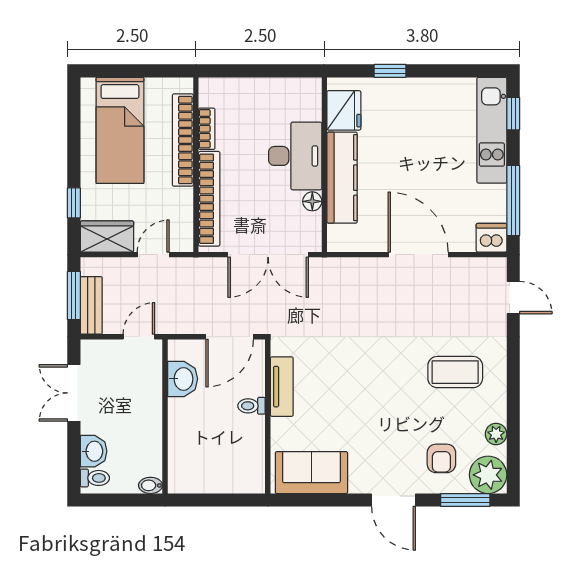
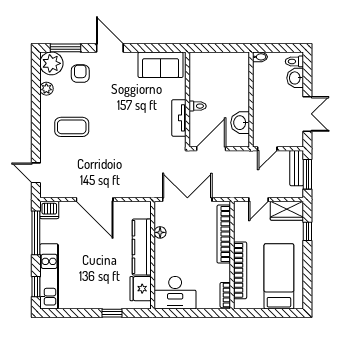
bookcase: (207, 129) -> (225, 295), moved
desk: (295, 156) -> (175, 293), moved, turned -90

